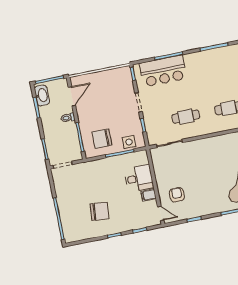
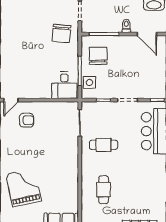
cafe table: (186, 117) -> (103, 145), turned 90
desk: (139, 178) -> (64, 85), moved
filing cabinet: (149, 195) -> (32, 92), removed
chair: (100, 211) -> (61, 33), moved

